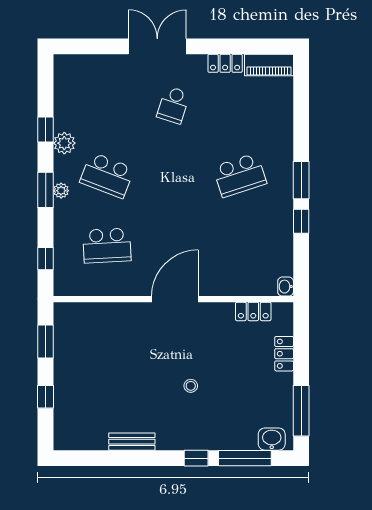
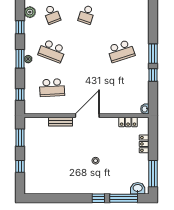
school desk: (107, 105) -> (52, 15), added
plant: (64, 143) -> (30, 12), moved
bench: (132, 442) -> (61, 122), moved

